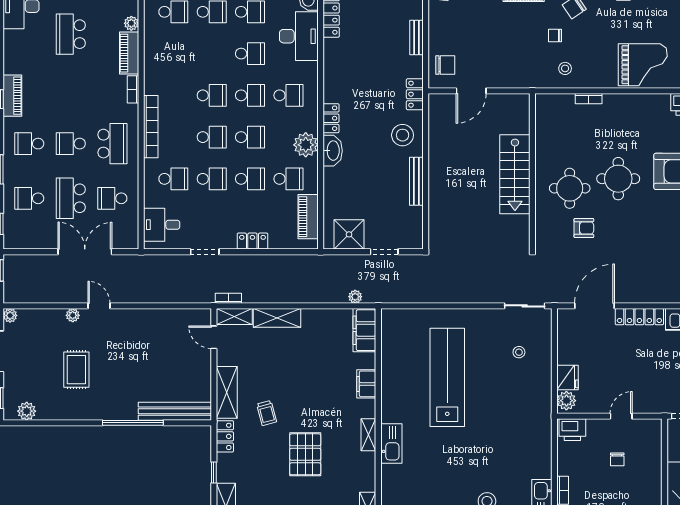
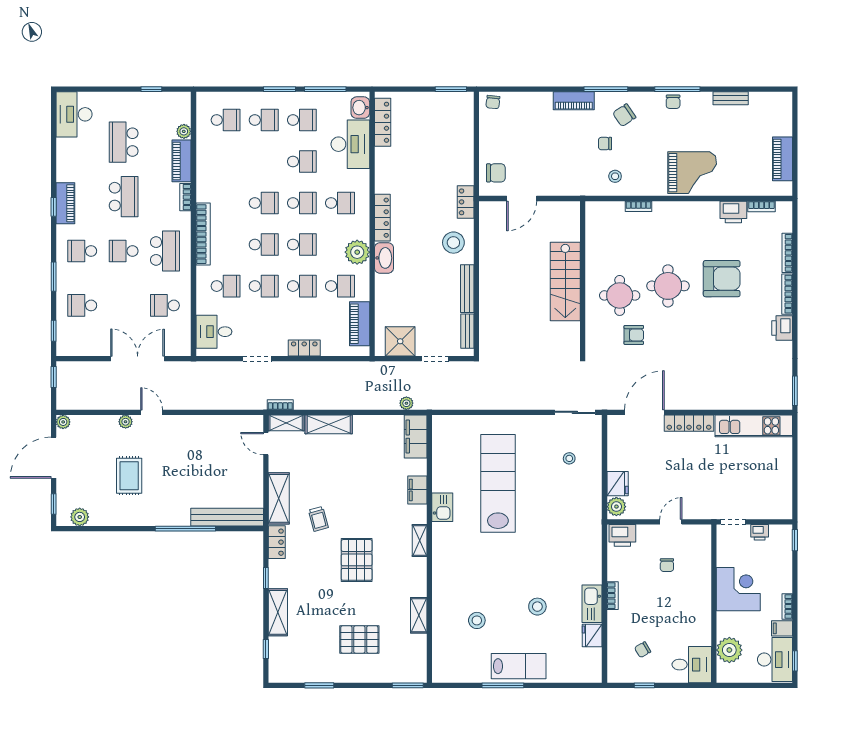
bench: (417, 38) -> (467, 331), moved
locker: (331, 118) -> (382, 218), width x1.53
school desk: (71, 198) -> (124, 197), moved, turned 180
kitchen sink: (391, 443) -> (442, 507), moved, width x0.73

